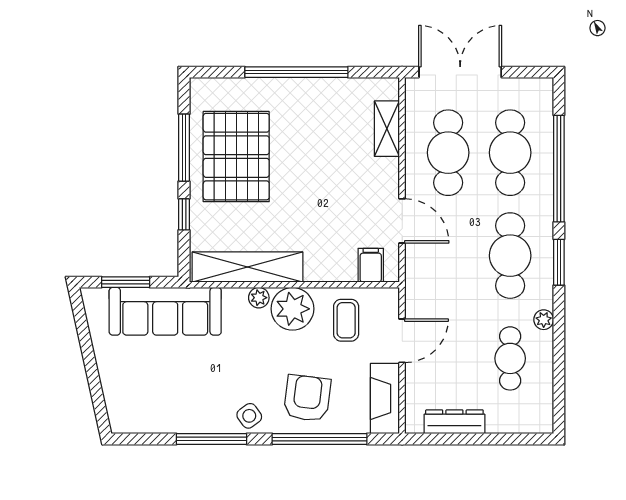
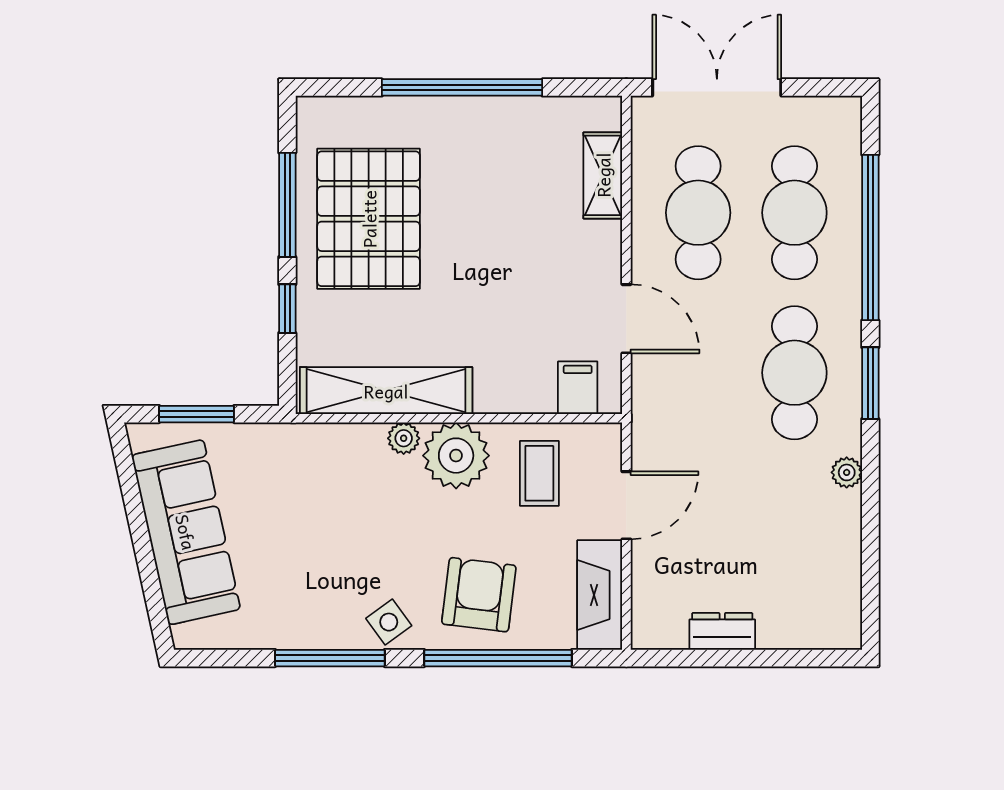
sofa: (165, 311) -> (186, 532), moved, turned -102
cafe table: (510, 358) -> (794, 533), removed
dresser: (454, 422) -> (722, 631), width x0.70

